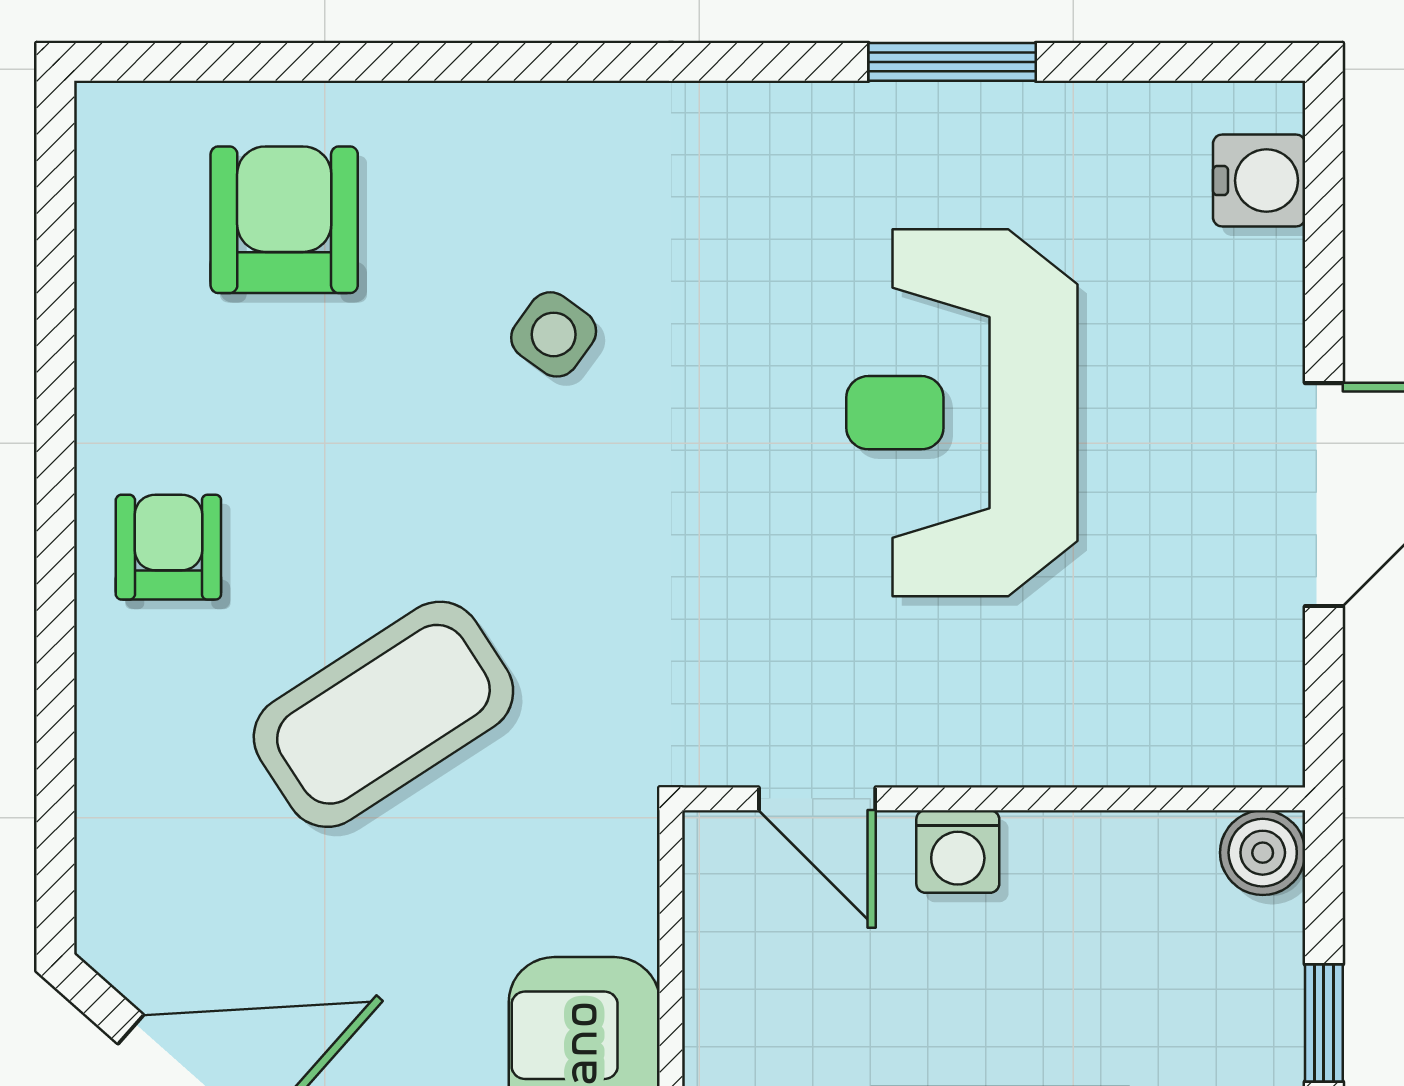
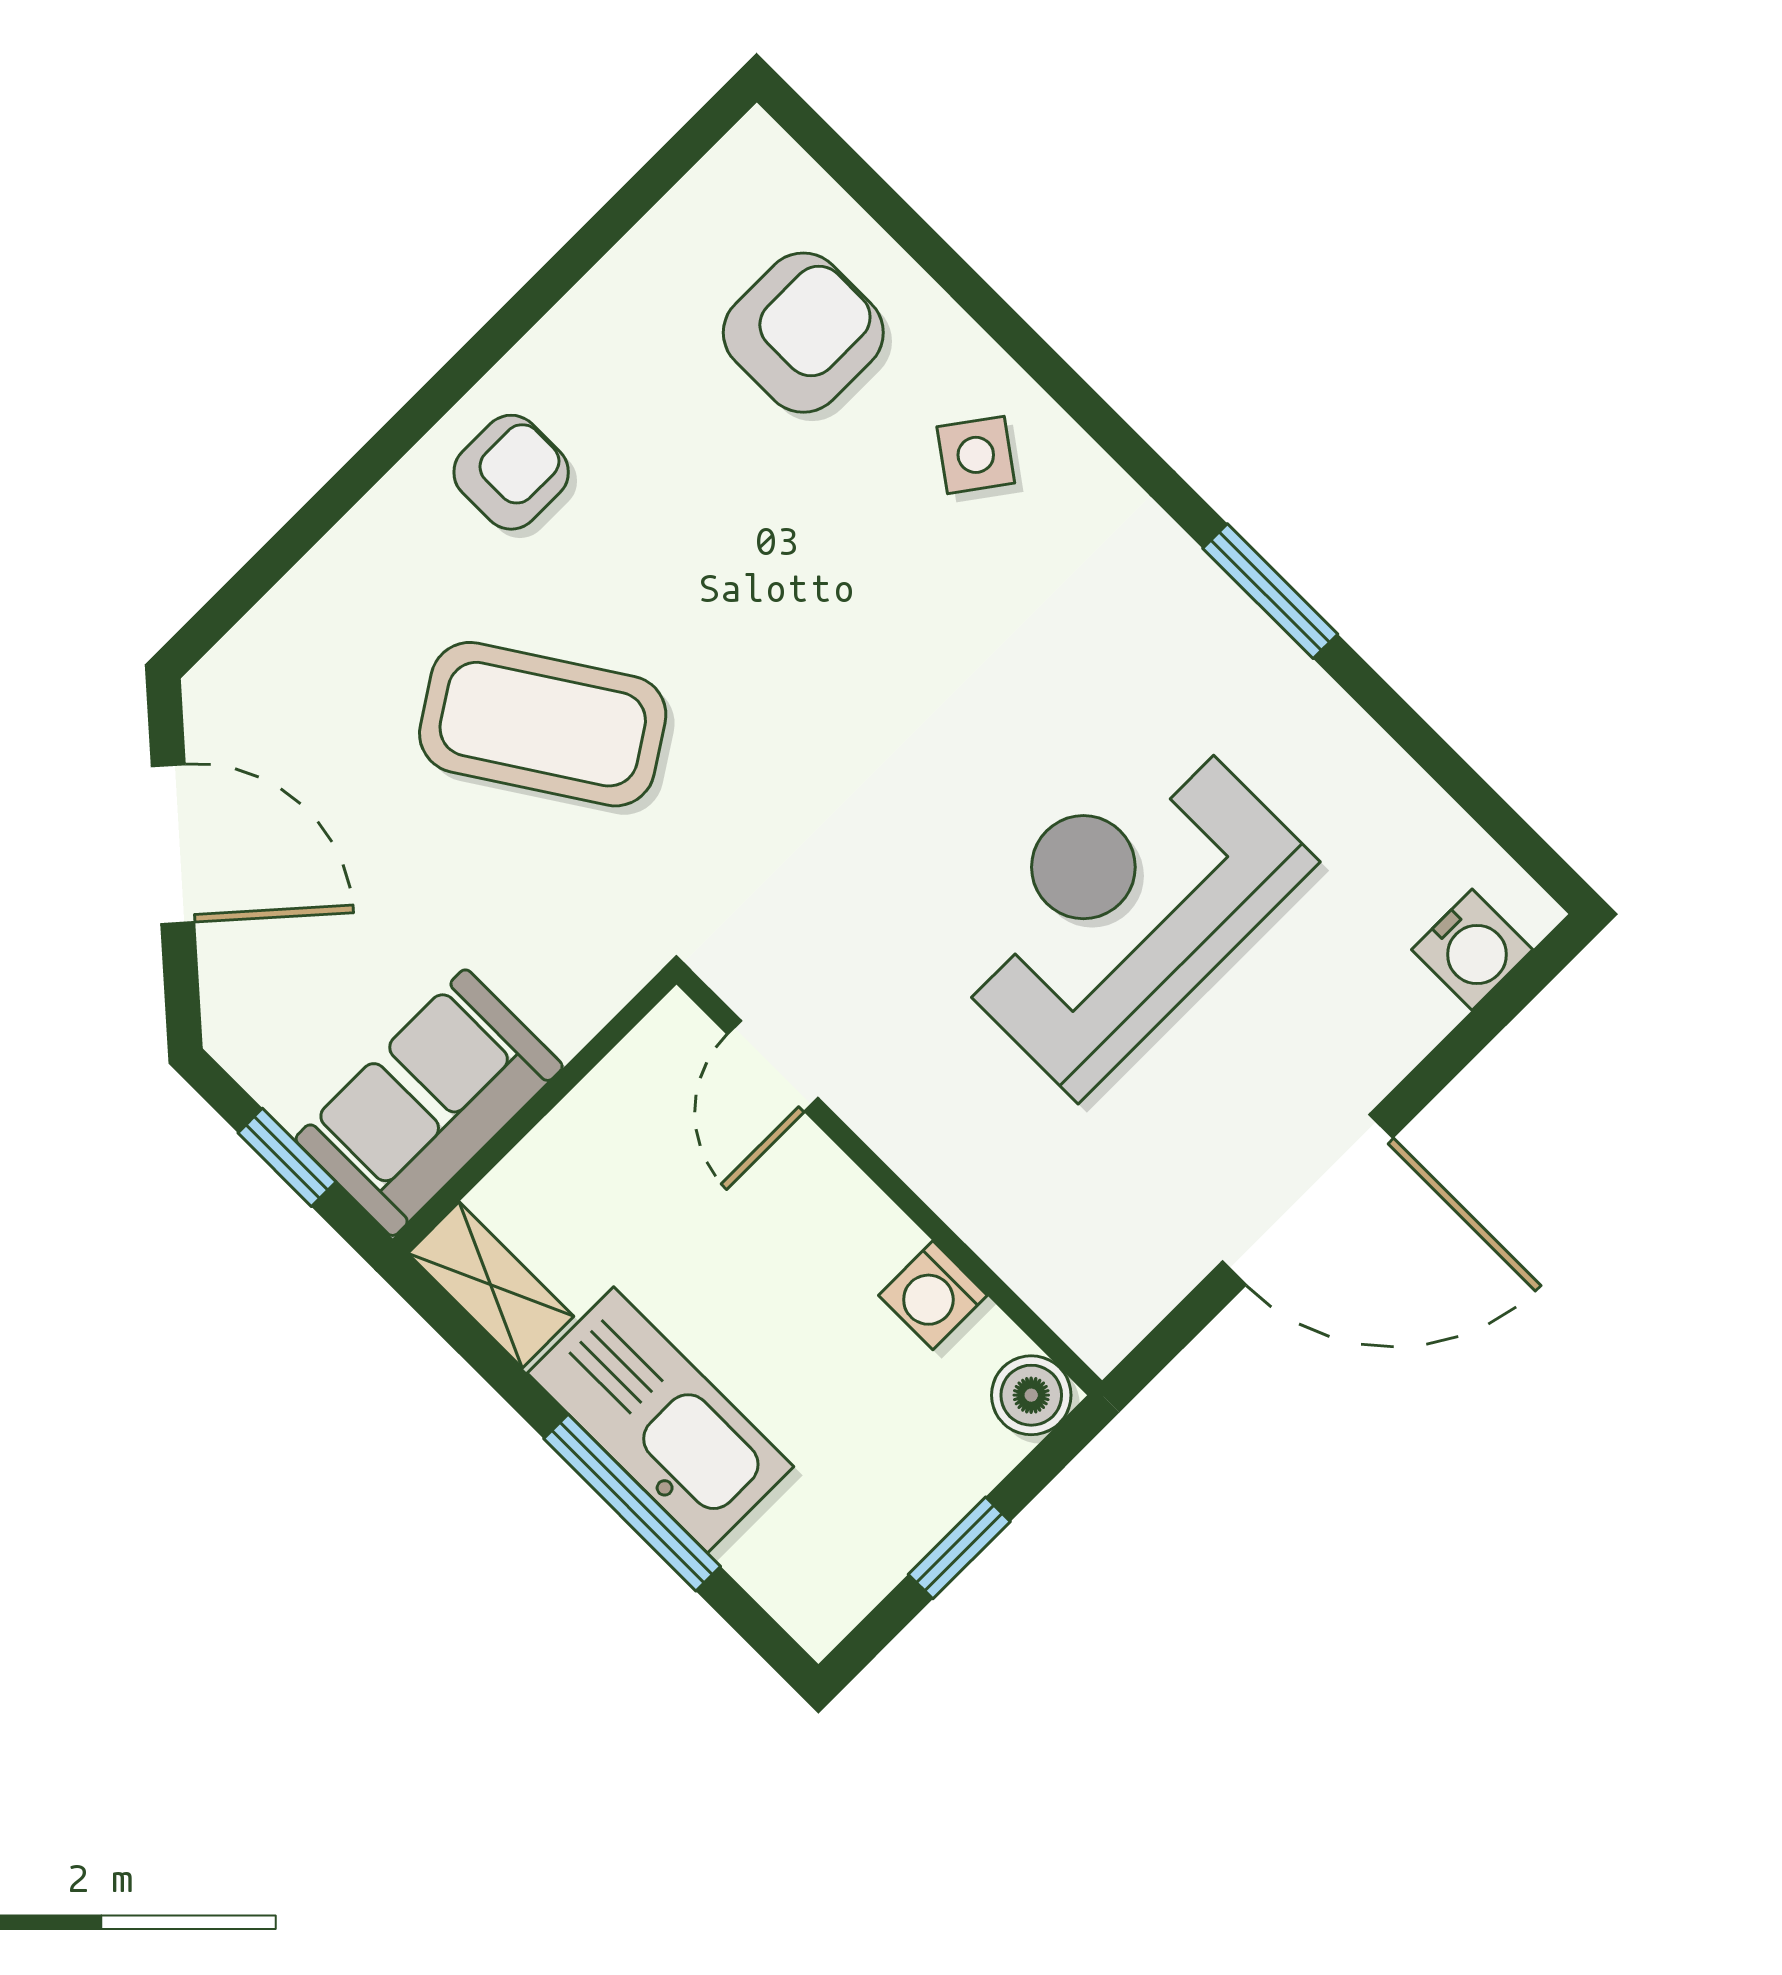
window: (952, 62) -> (1270, 591), moved
side table: (554, 334) -> (976, 455), moved
washing machine: (958, 852) -> (933, 1295), moved

